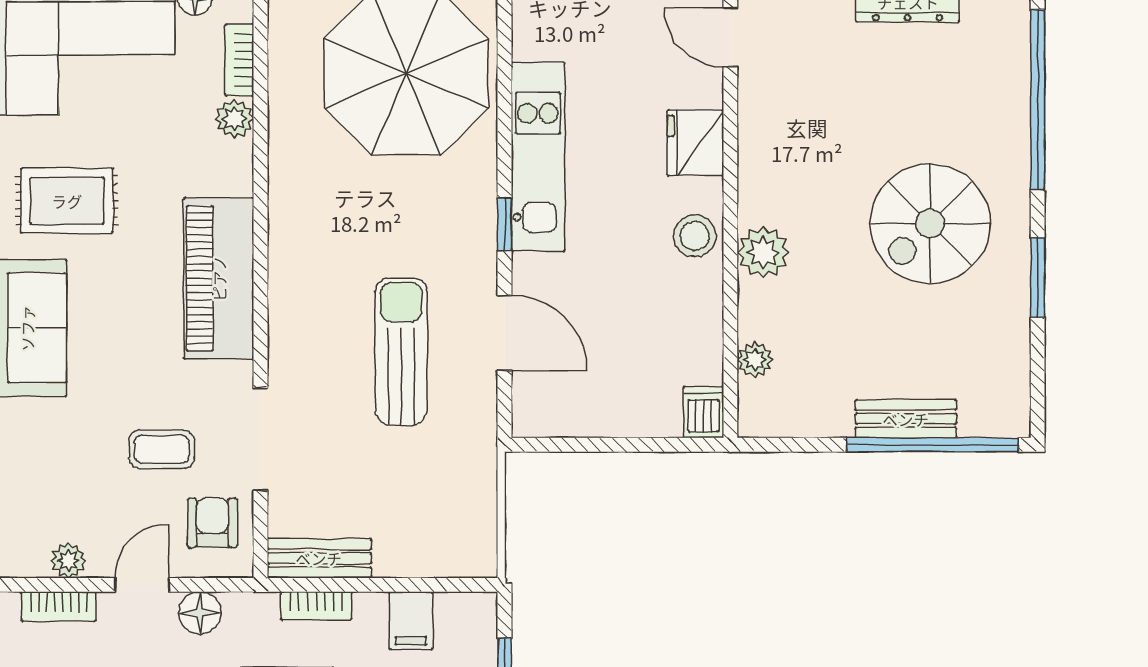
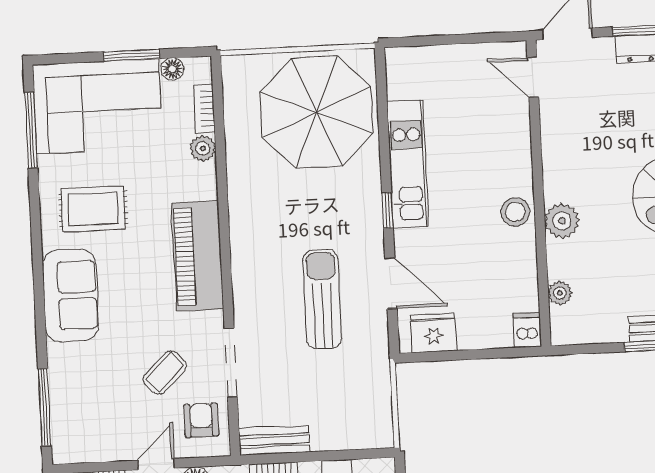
fridge: (695, 143) -> (434, 333), moved, turned 90
coffee table: (162, 449) -> (165, 373), turned -44
plant: (68, 561) -> (106, 450), removed

